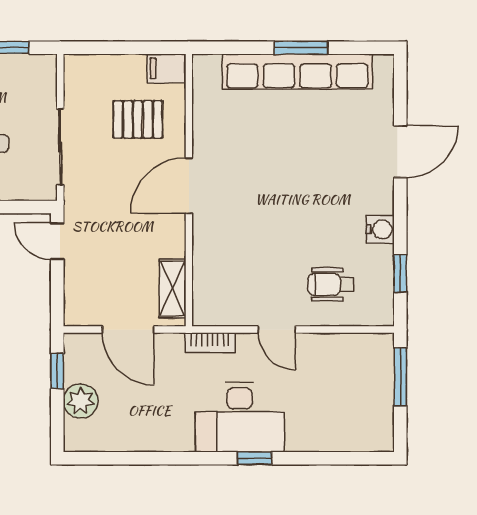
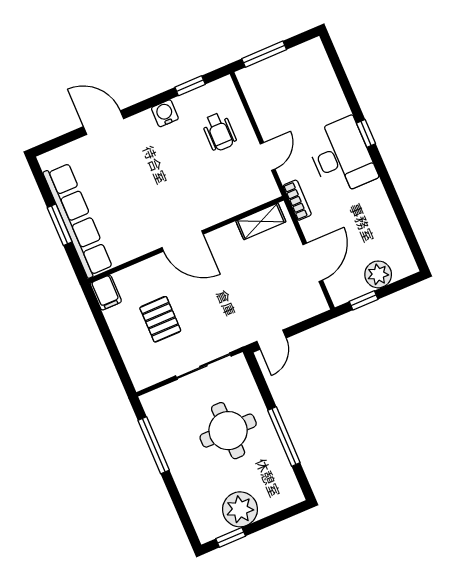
filing cabinet: (167, 68) -> (106, 292), moved
door: (189, 186) -> (183, 241), moved
wall: (189, 190) -> (186, 240), moved
shelving: (172, 289) -> (261, 221), moved

